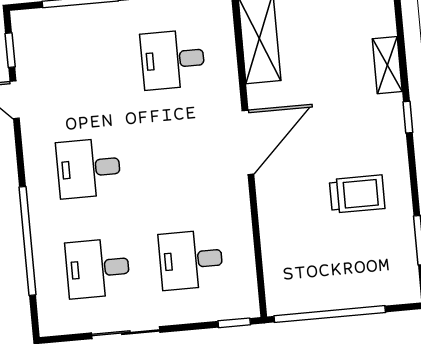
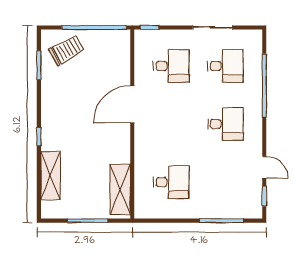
shelving: (387, 65) -> (50, 176), width x1.50, depth x1.33
door: (248, 142) -> (132, 104), moved
trolley: (357, 194) -> (67, 50), moved, turned 151

